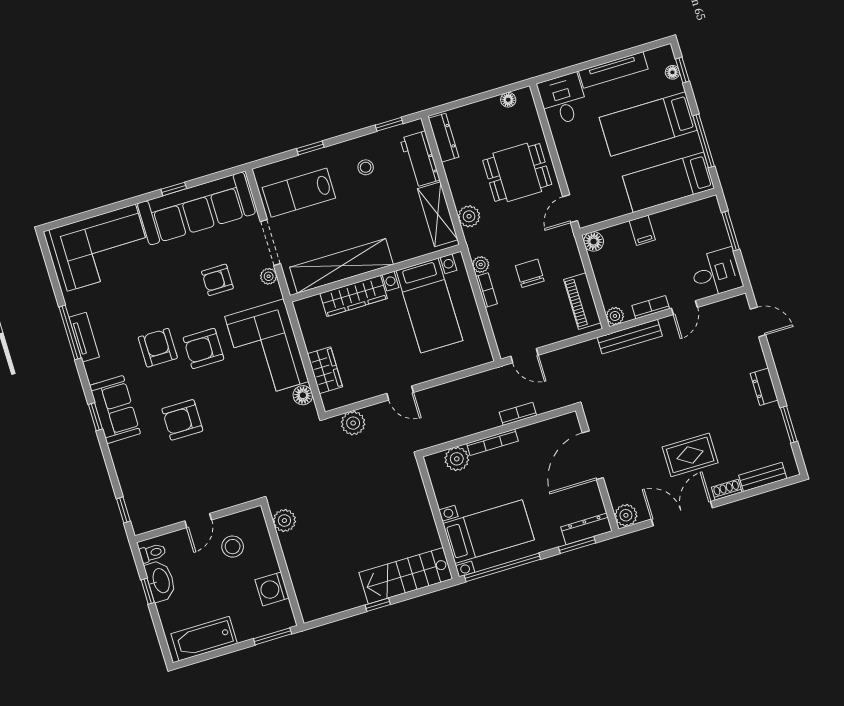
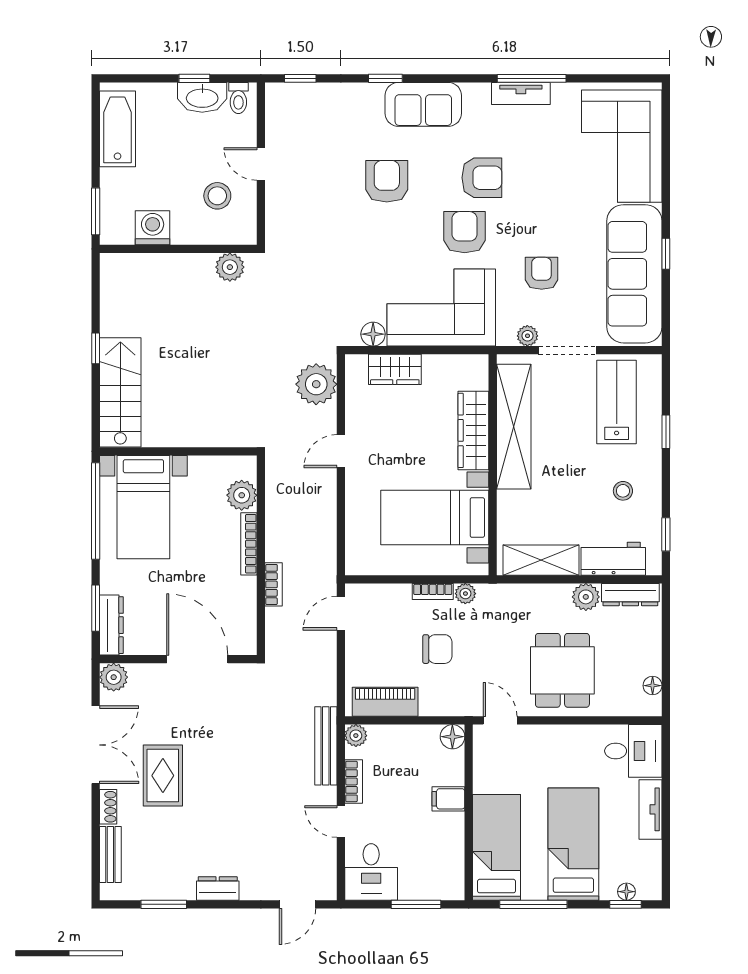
tv unit: (613, 70) -> (650, 809), width x0.71
plant: (469, 216) -> (586, 597), moved
window: (95, 417) -> (385, 78), moved
plant: (353, 423) -> (316, 384), width x1.36, depth x1.36

